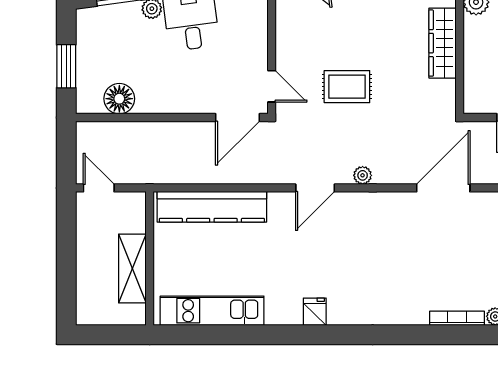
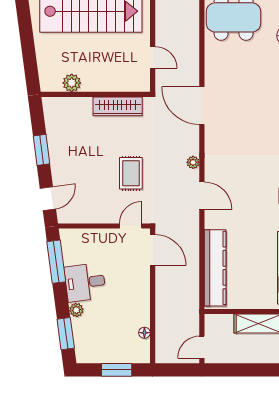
wardrobe: (442, 43) -> (118, 106), moved
floor lamp: (119, 99) -> (144, 333), width x0.53, depth x0.53

